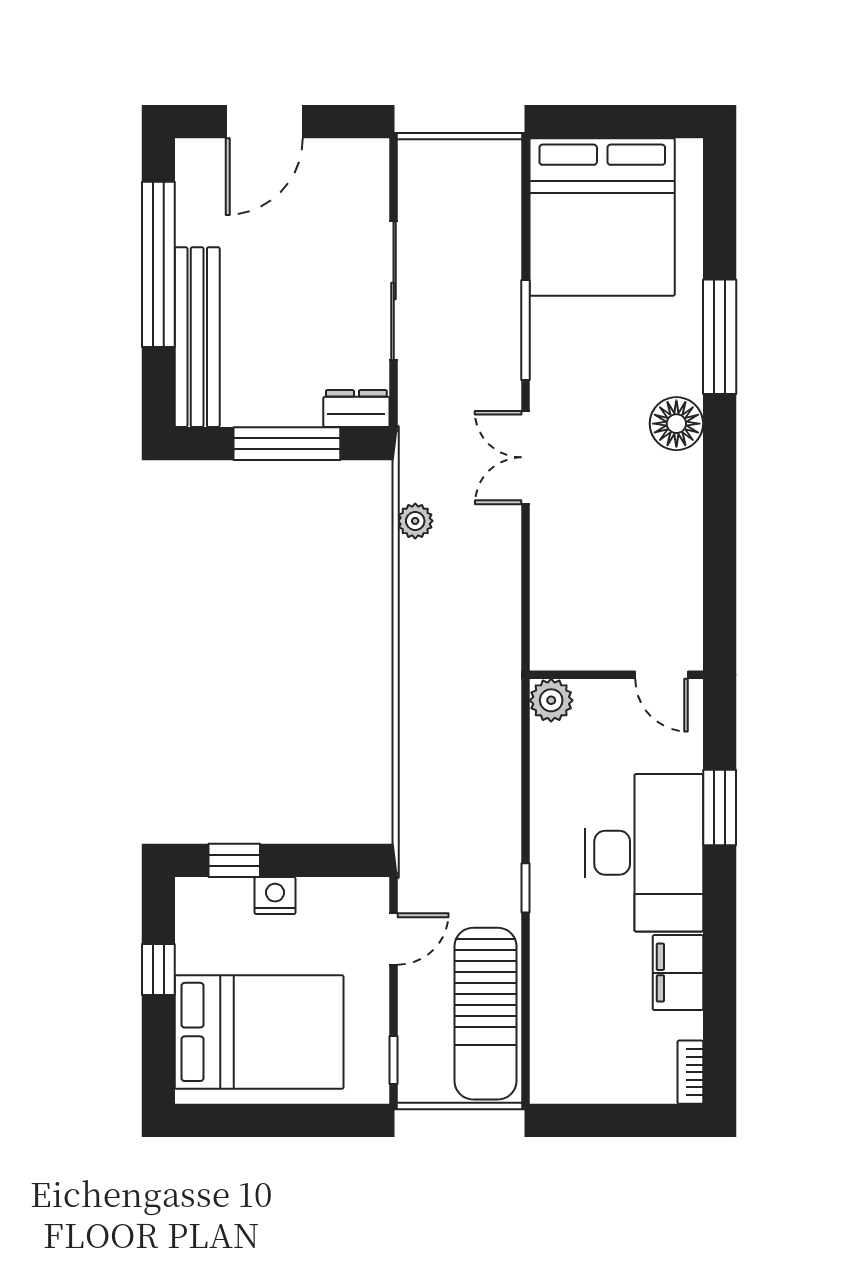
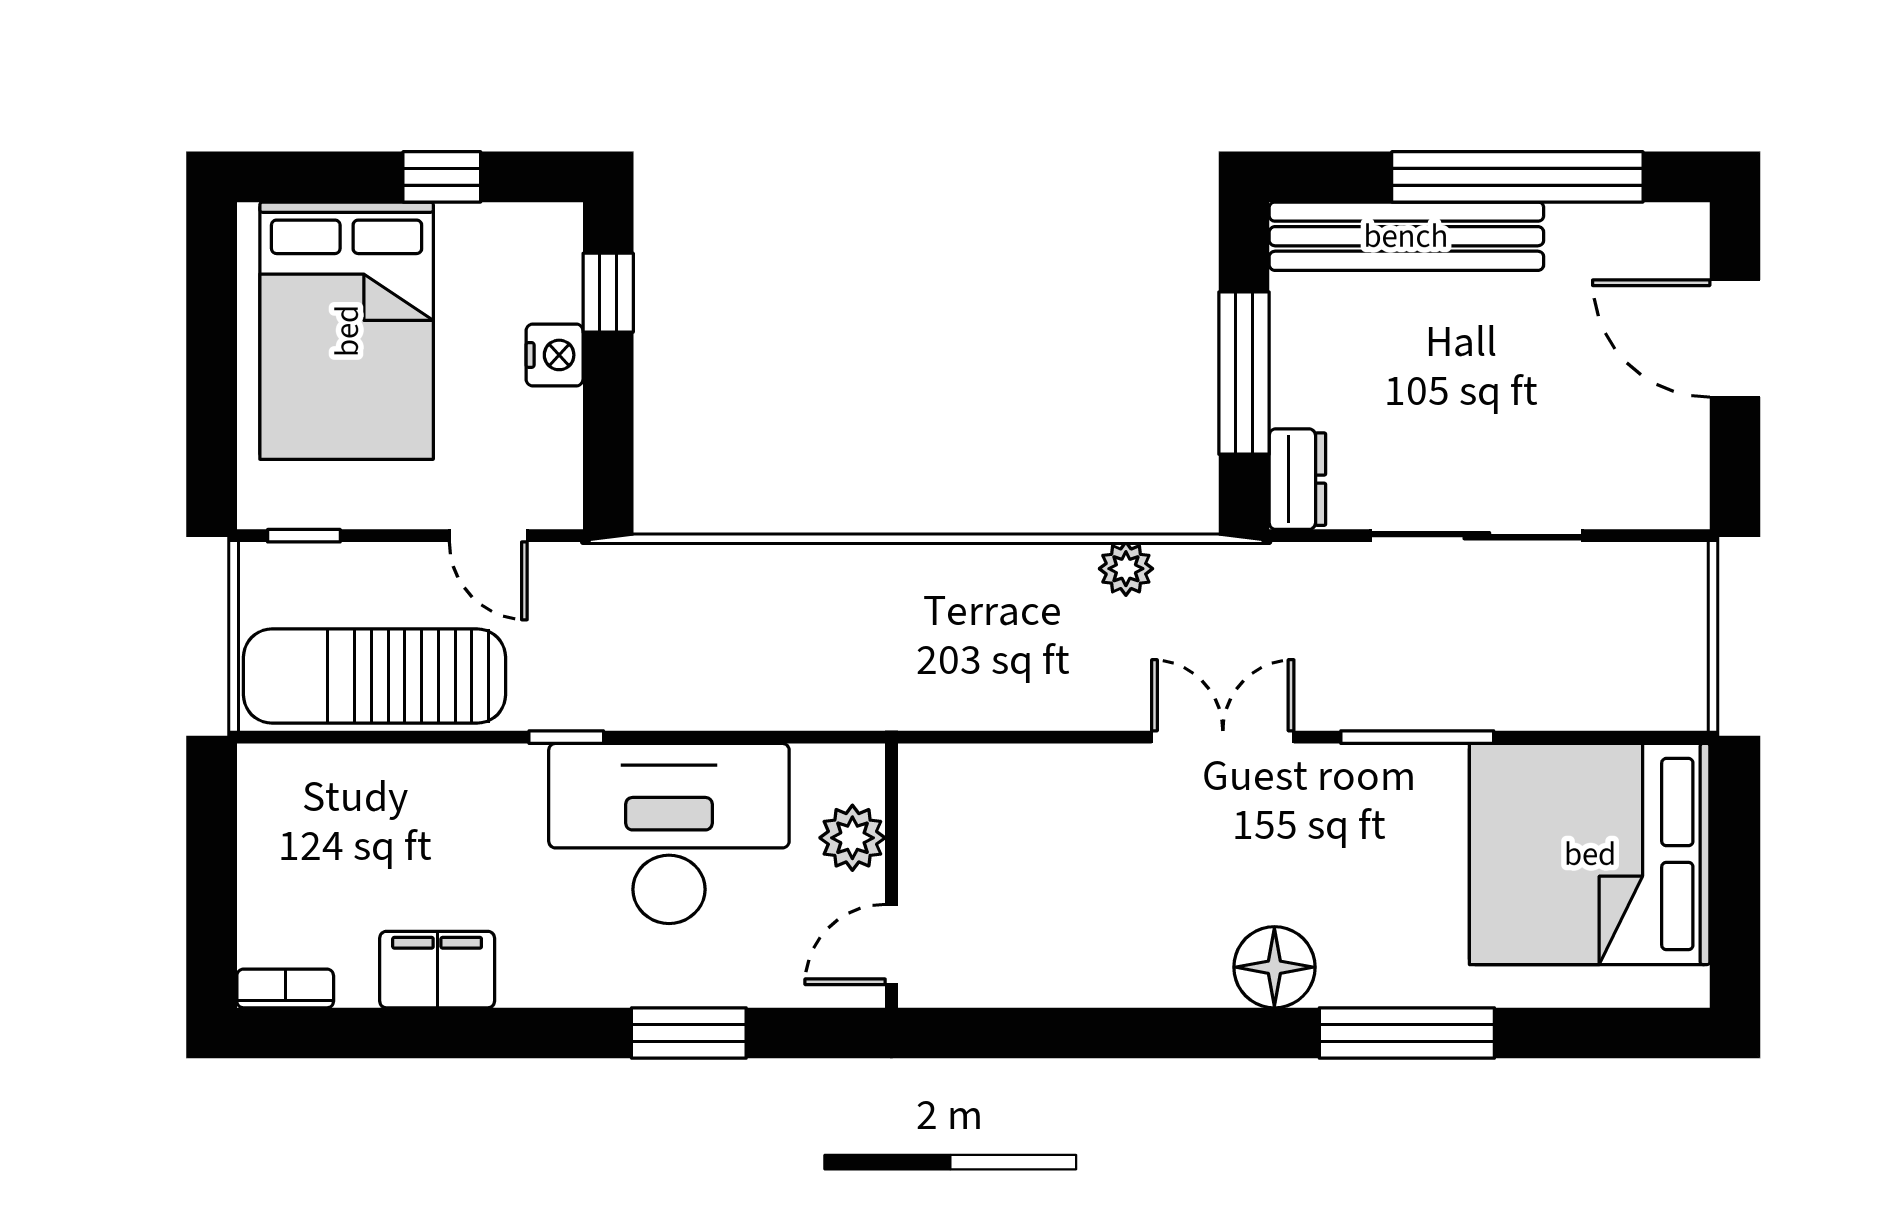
plant: (551, 700) -> (852, 838), moved
desk: (644, 853) -> (669, 833), moved, turned 180

